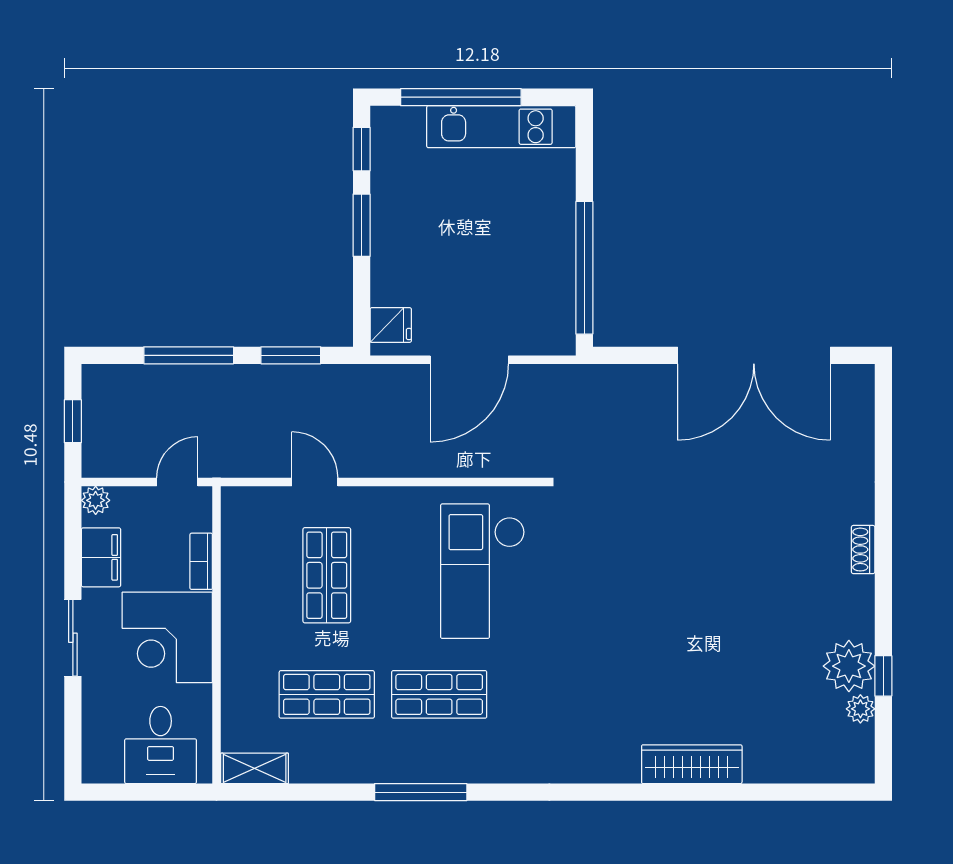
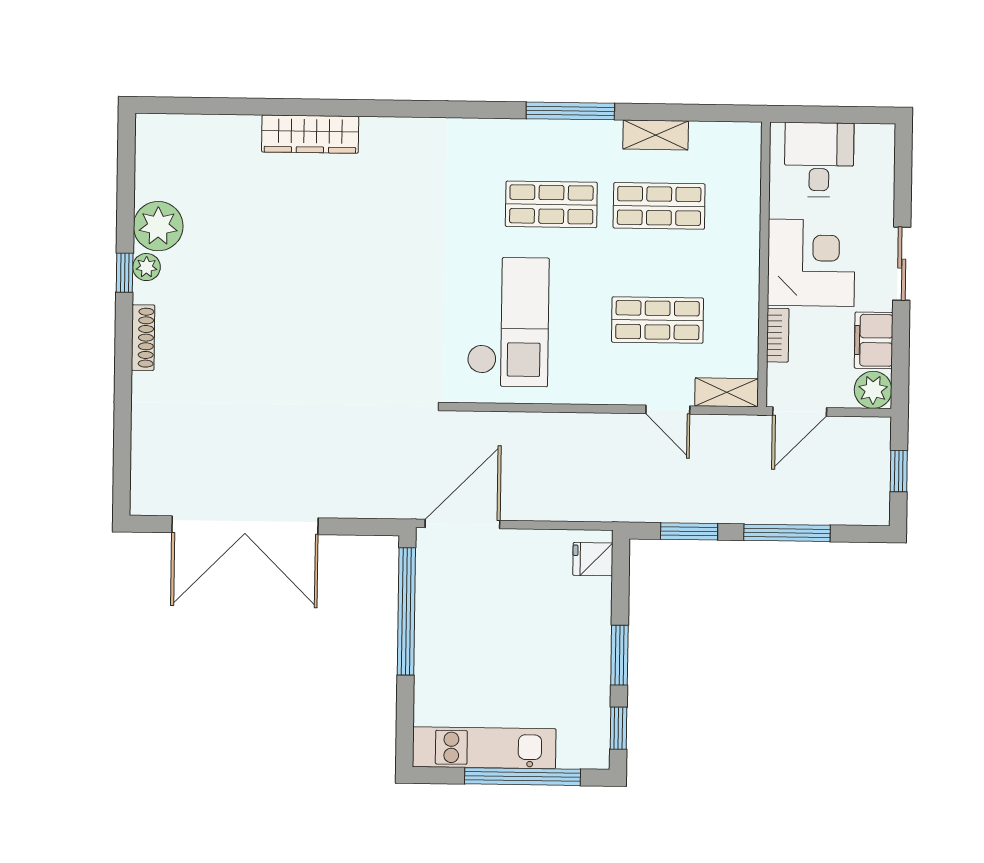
double door: (754, 355) -> (245, 525), swing flipped
door: (469, 360) -> (462, 524), moved
door: (177, 482) -> (800, 412), width x1.38
plant: (96, 500) -> (873, 390), width x1.38, depth x1.38
shelving: (254, 501) -> (727, 392), added
shoe rack: (863, 550) -> (143, 338), width x1.43
shop shelf: (327, 575) -> (657, 320), turned 90
window: (883, 676) -> (125, 273), moved
plant: (860, 709) -> (147, 267), moved
shelving: (255, 768) -> (656, 135), moved

